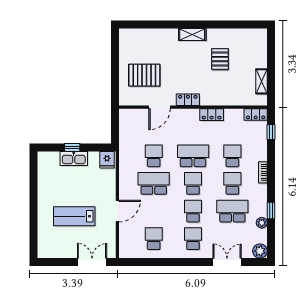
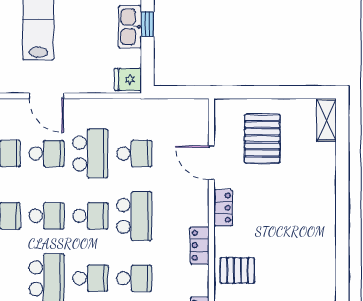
shelving: (192, 35) -> (326, 120), moved
pallet: (220, 59) -> (237, 270), moved
school desk: (154, 211) -> (47, 154), added

